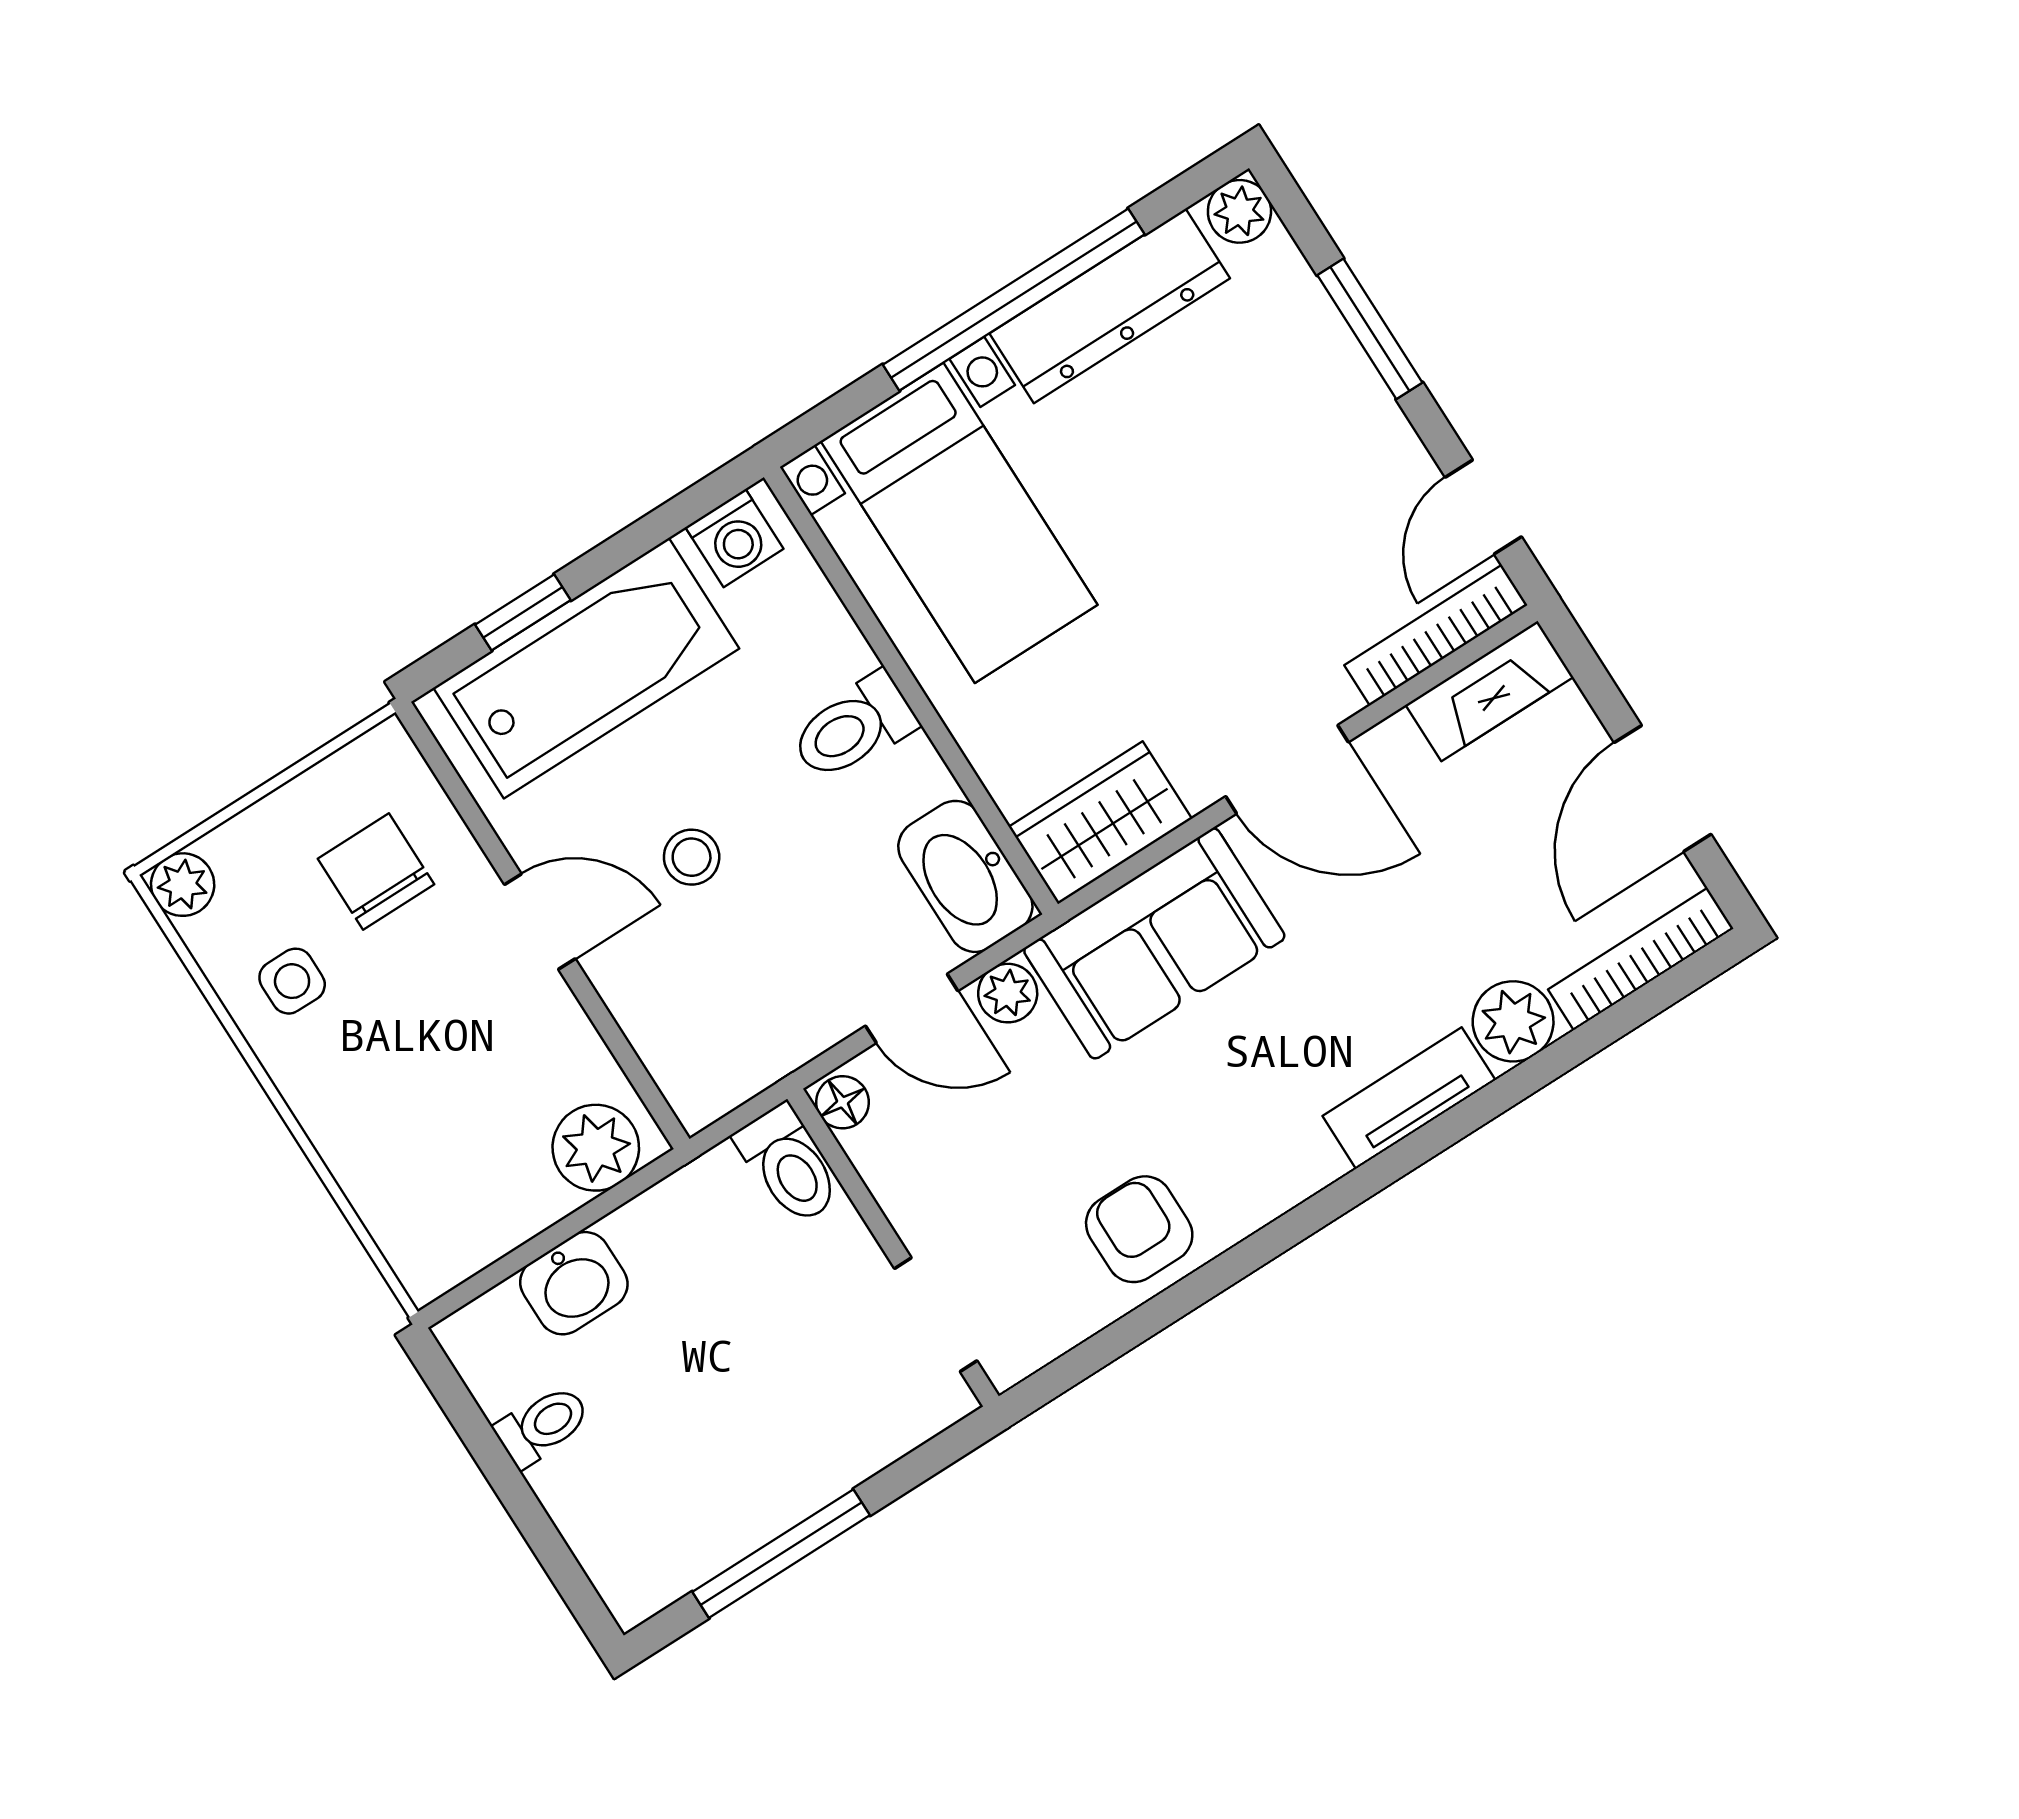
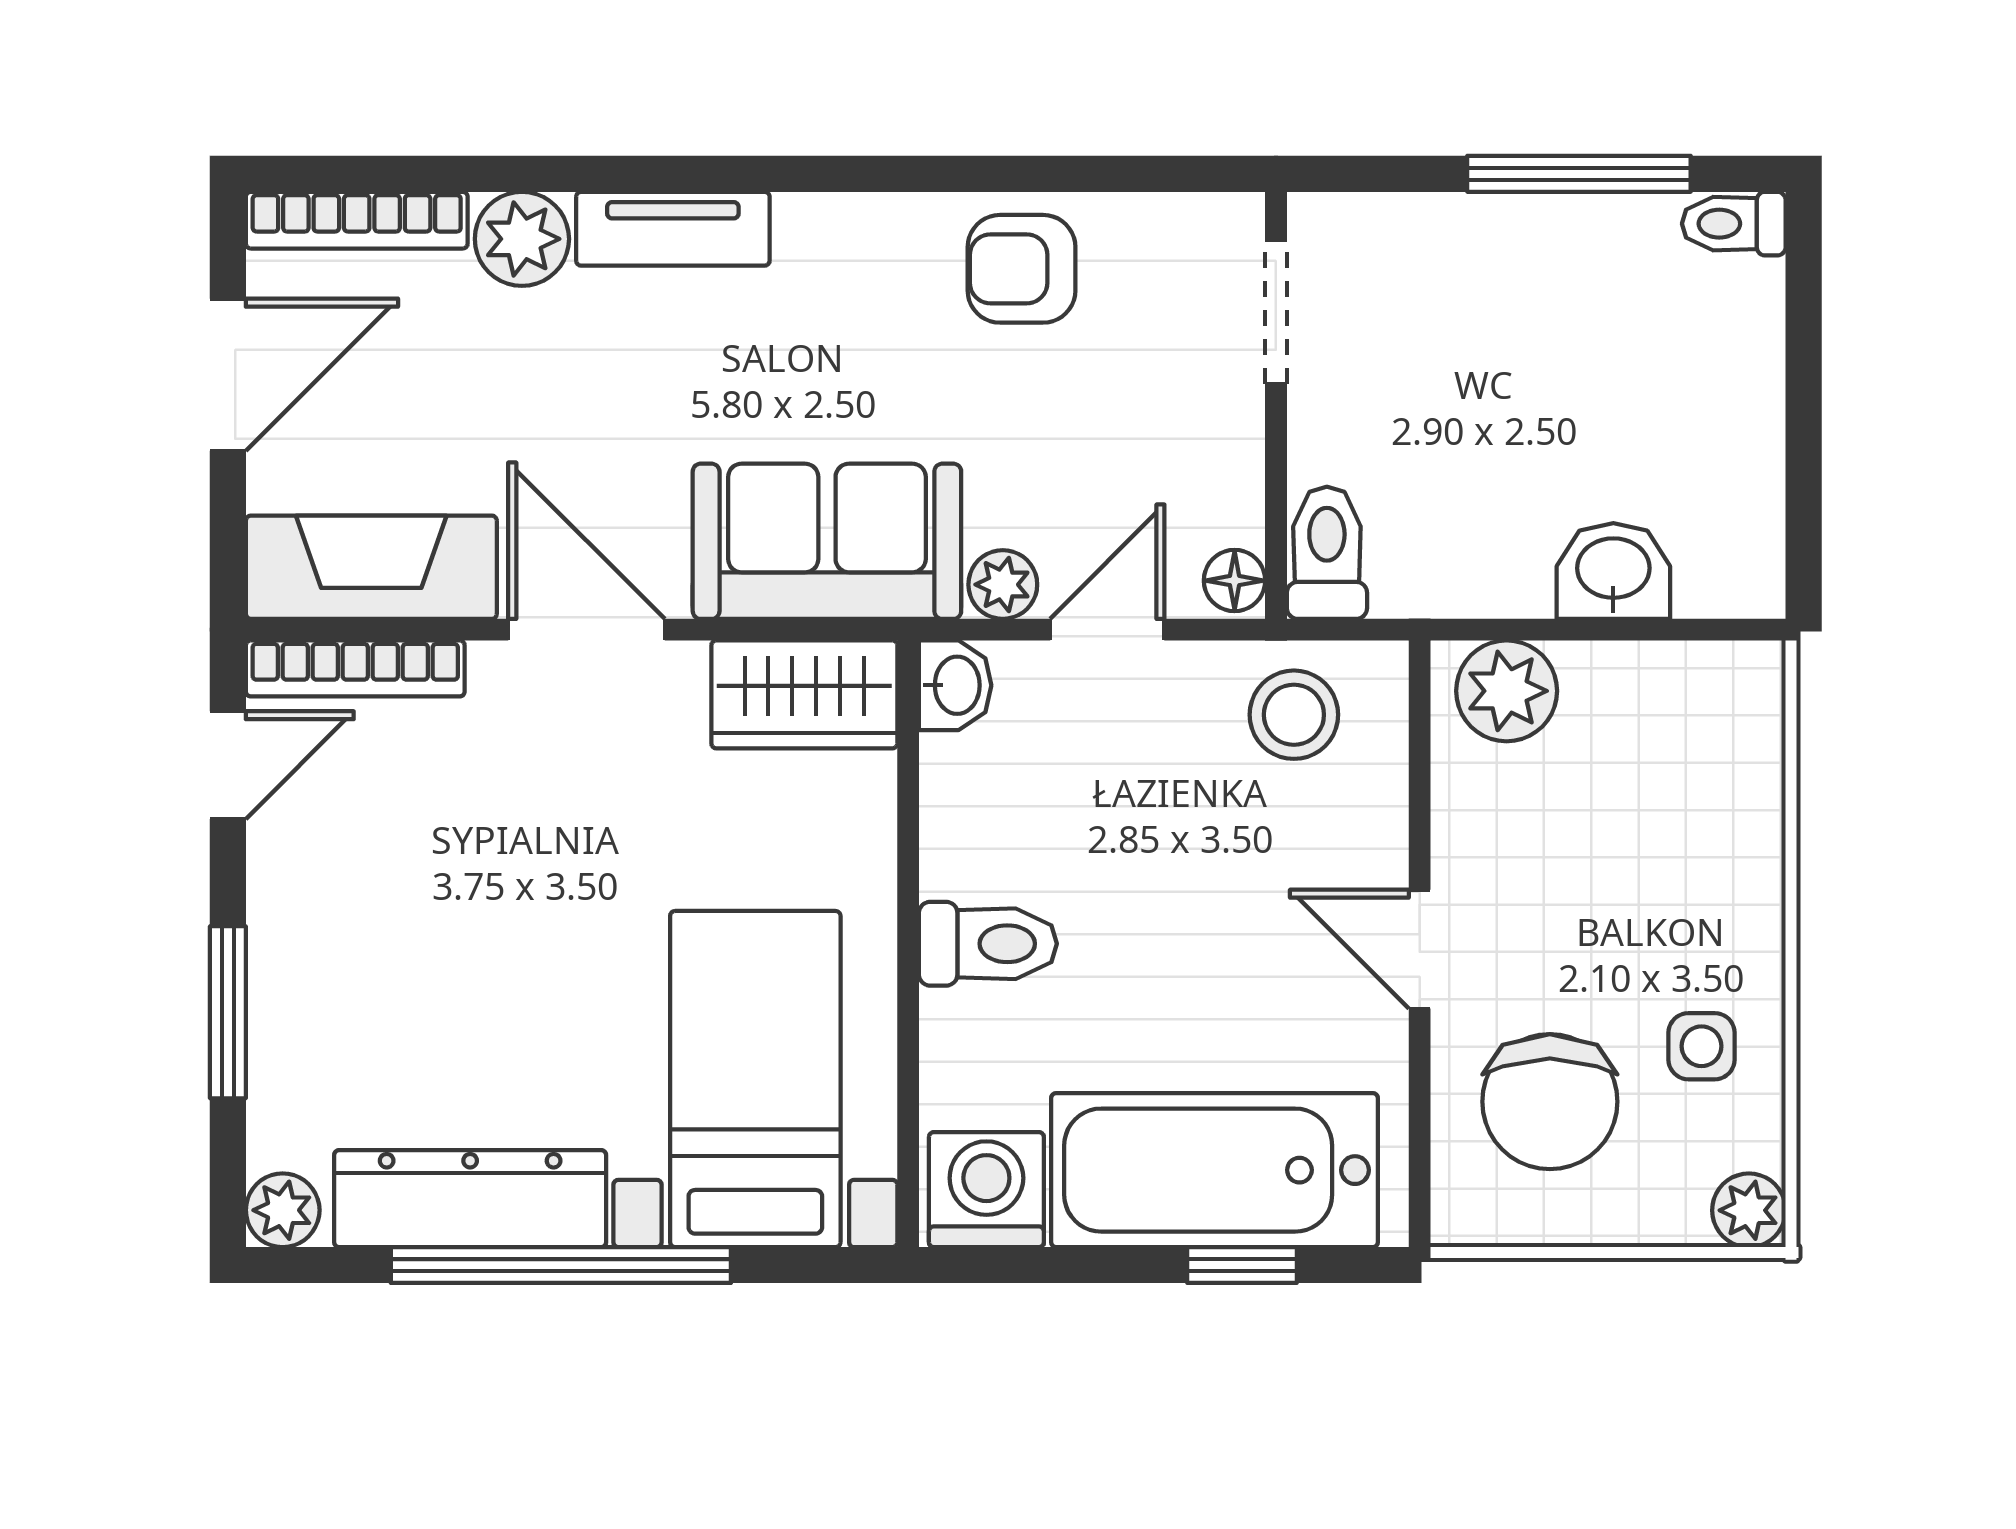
washing machine: (734, 538) -> (986, 1190), width x1.38, depth x1.38
fireplace: (1489, 691) -> (371, 567), width x1.37, depth x1.32
stool: (692, 857) -> (1294, 715), moved, width x1.37, depth x1.37
chair: (376, 872) -> (1550, 1102), width x1.37, depth x1.37
washbasin: (965, 876) -> (955, 685), width x0.52, depth x0.69
door: (912, 1008) -> (1107, 630), hinge flipped
armchair: (1139, 1229) -> (1022, 269), turned 90
toilet: (542, 1425) -> (1734, 224), moved

